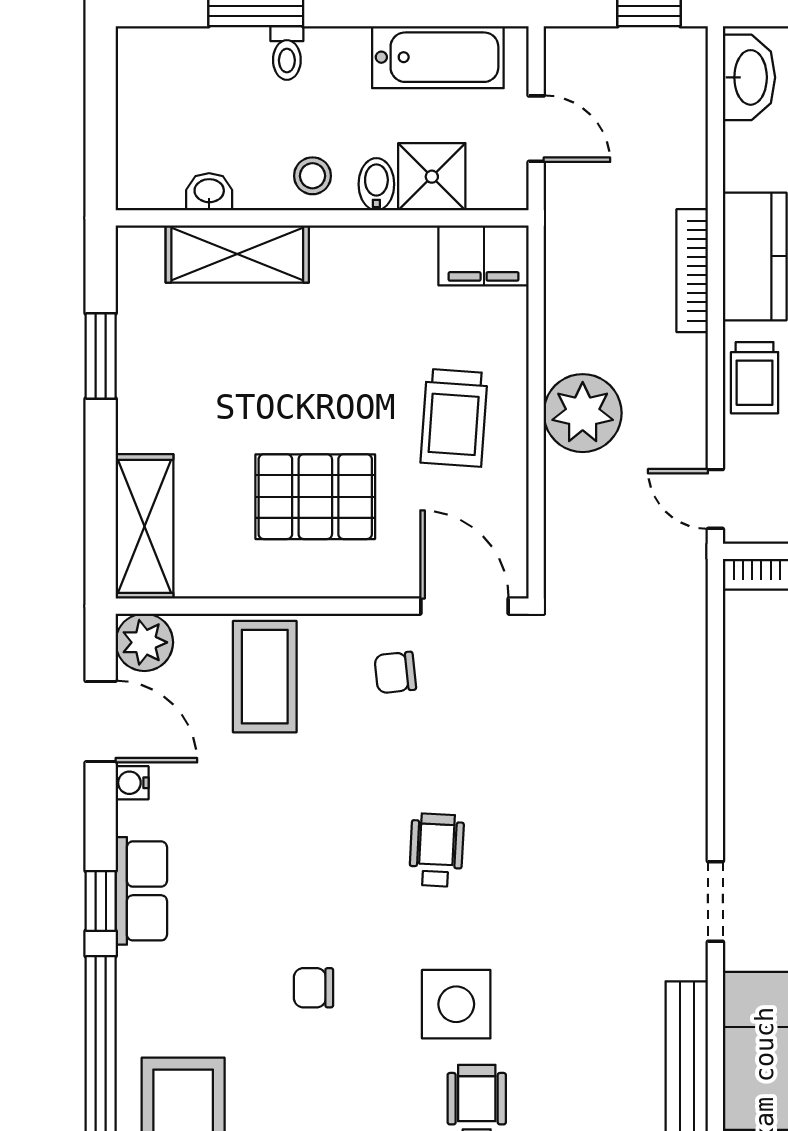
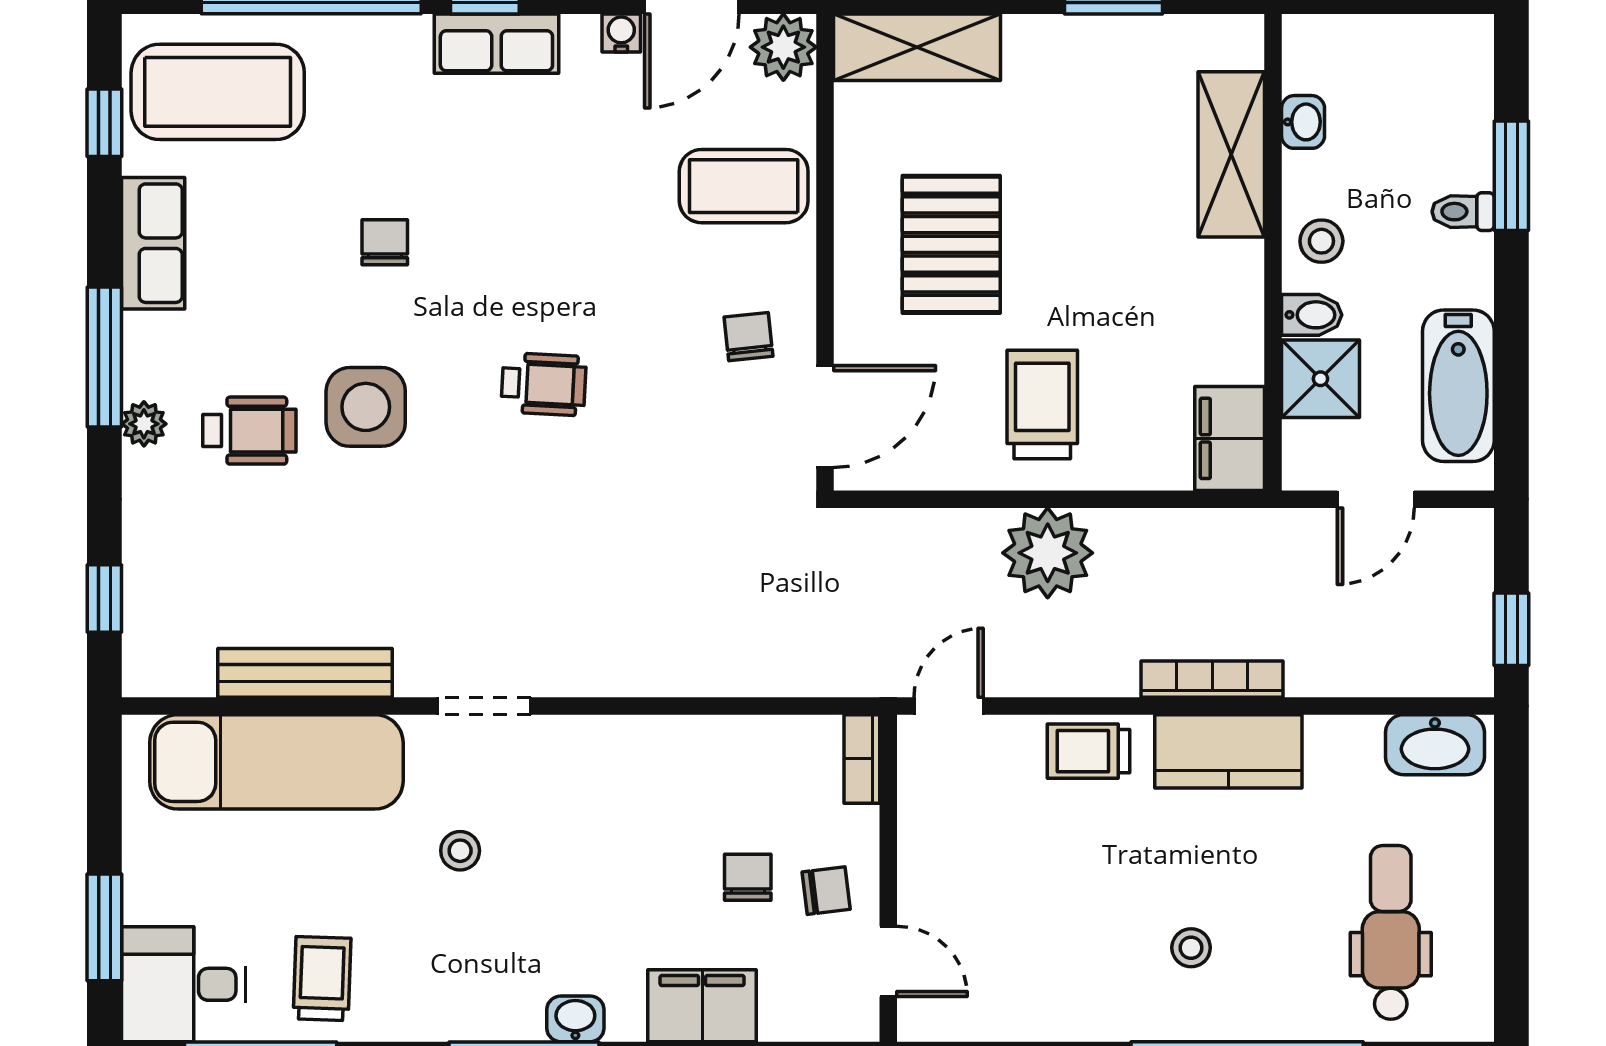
trolley: (454, 418) -> (1042, 404), turned 86

